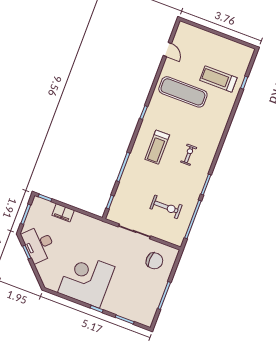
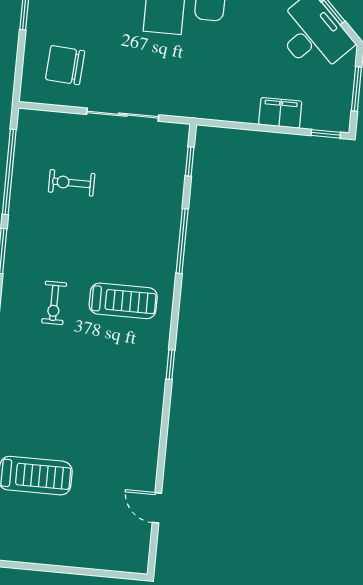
exercise mat: (183, 92) -> (101, 429), removed
treadmill: (157, 147) -> (123, 301), turned 90
exercise bike: (166, 207) -> (72, 183), width x0.73, depth x0.72

